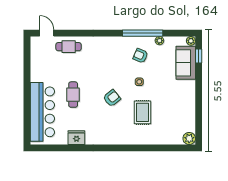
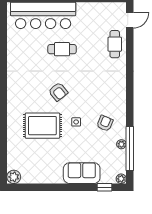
window: (143, 33) -> (130, 148), moved
sofa: (186, 63) -> (82, 173), moved
rug: (143, 112) -> (42, 126), width x1.36, depth x1.43
fridge: (76, 138) -> (15, 53), removed

